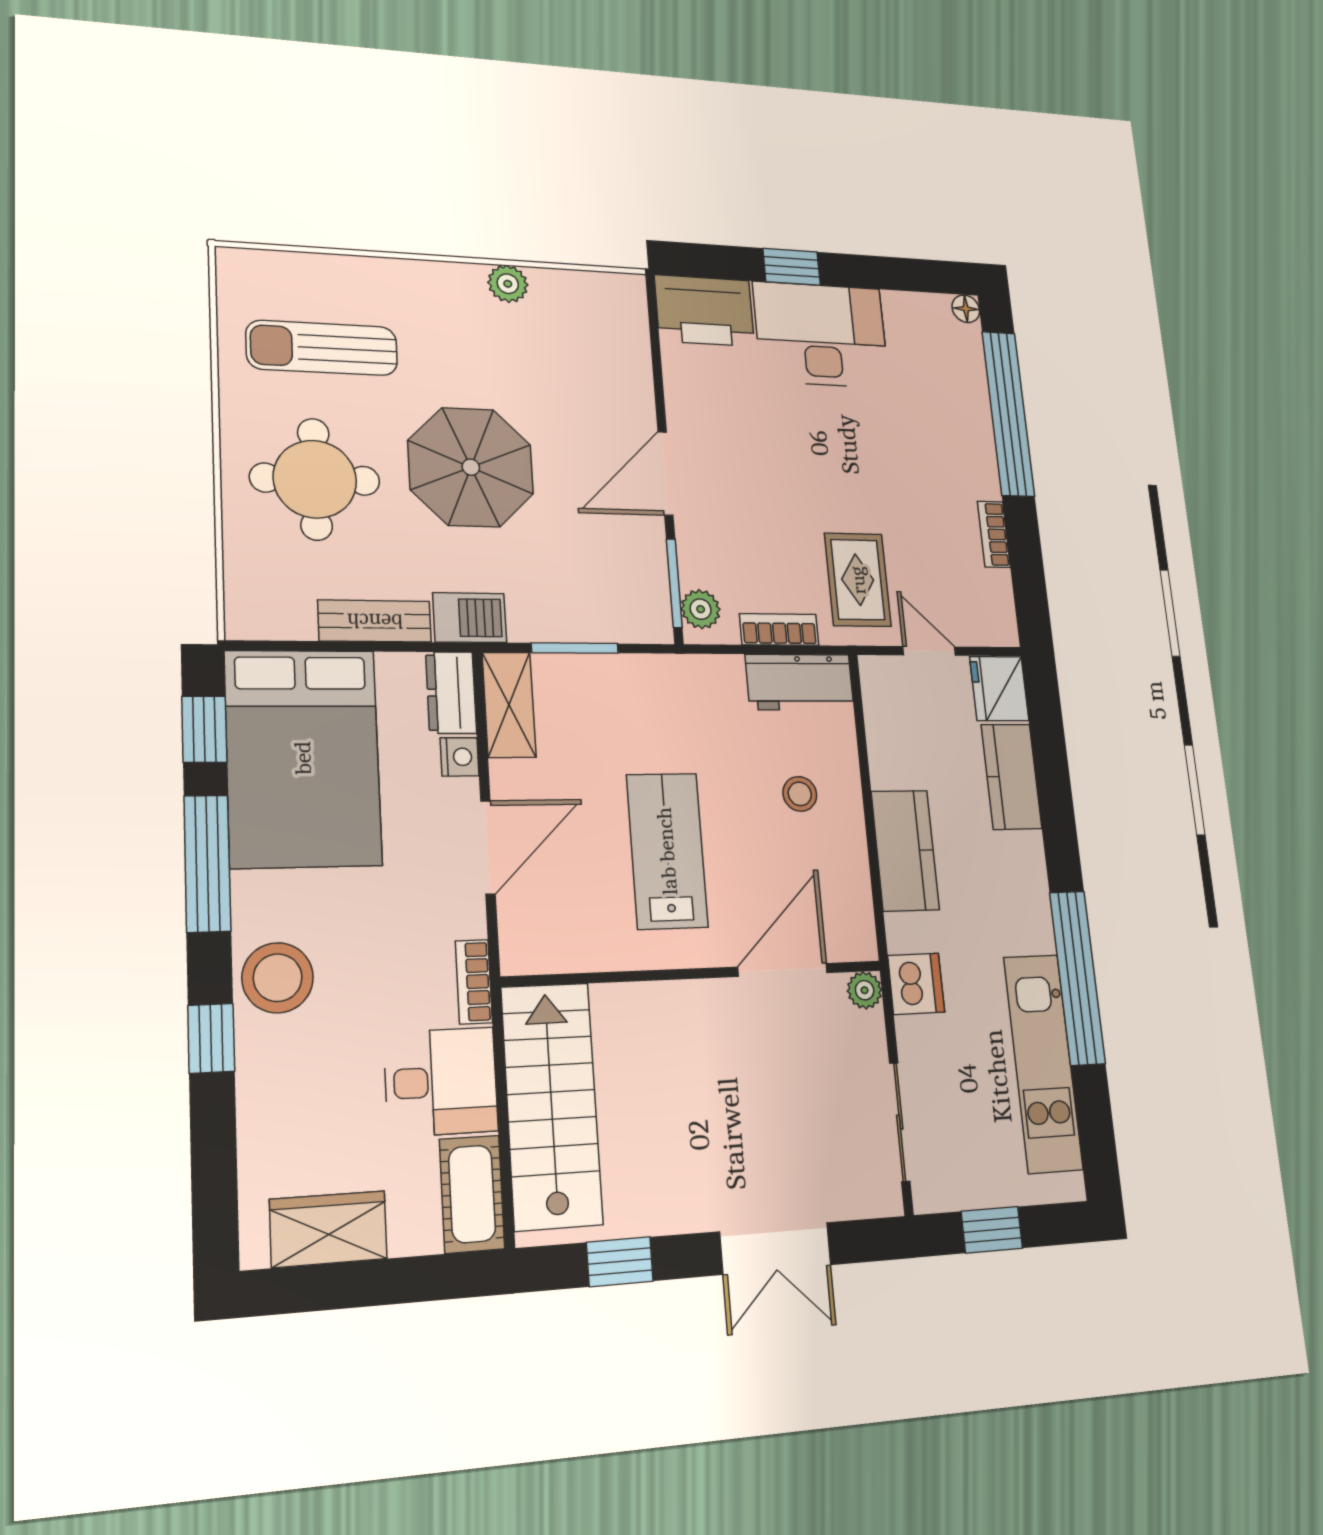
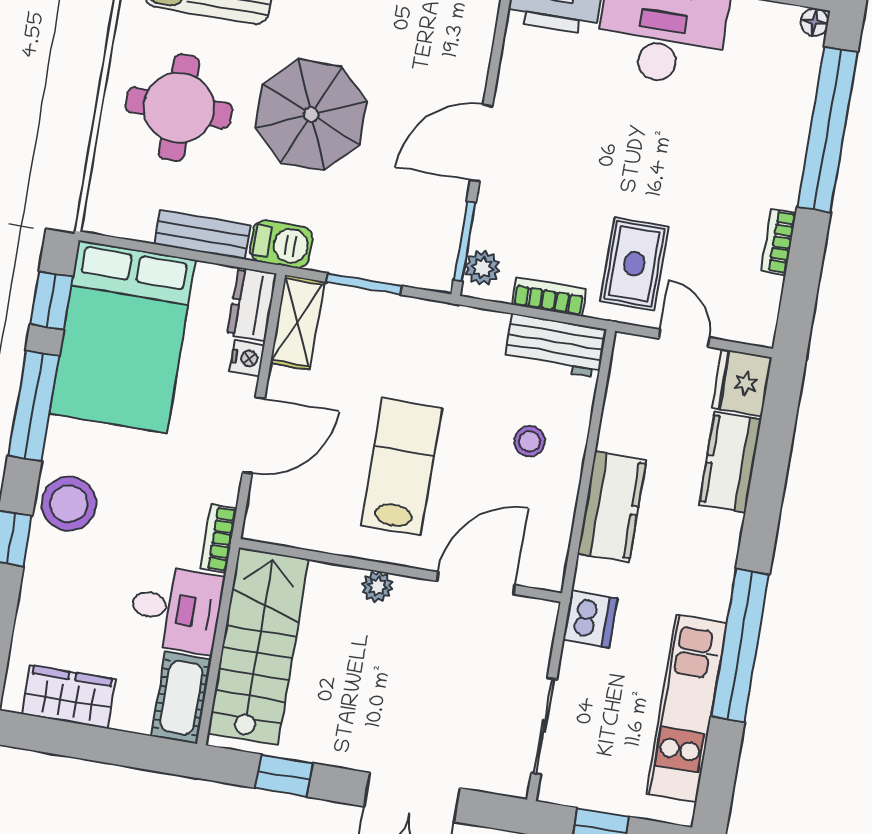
plant: (865, 990) -> (377, 587), moved

